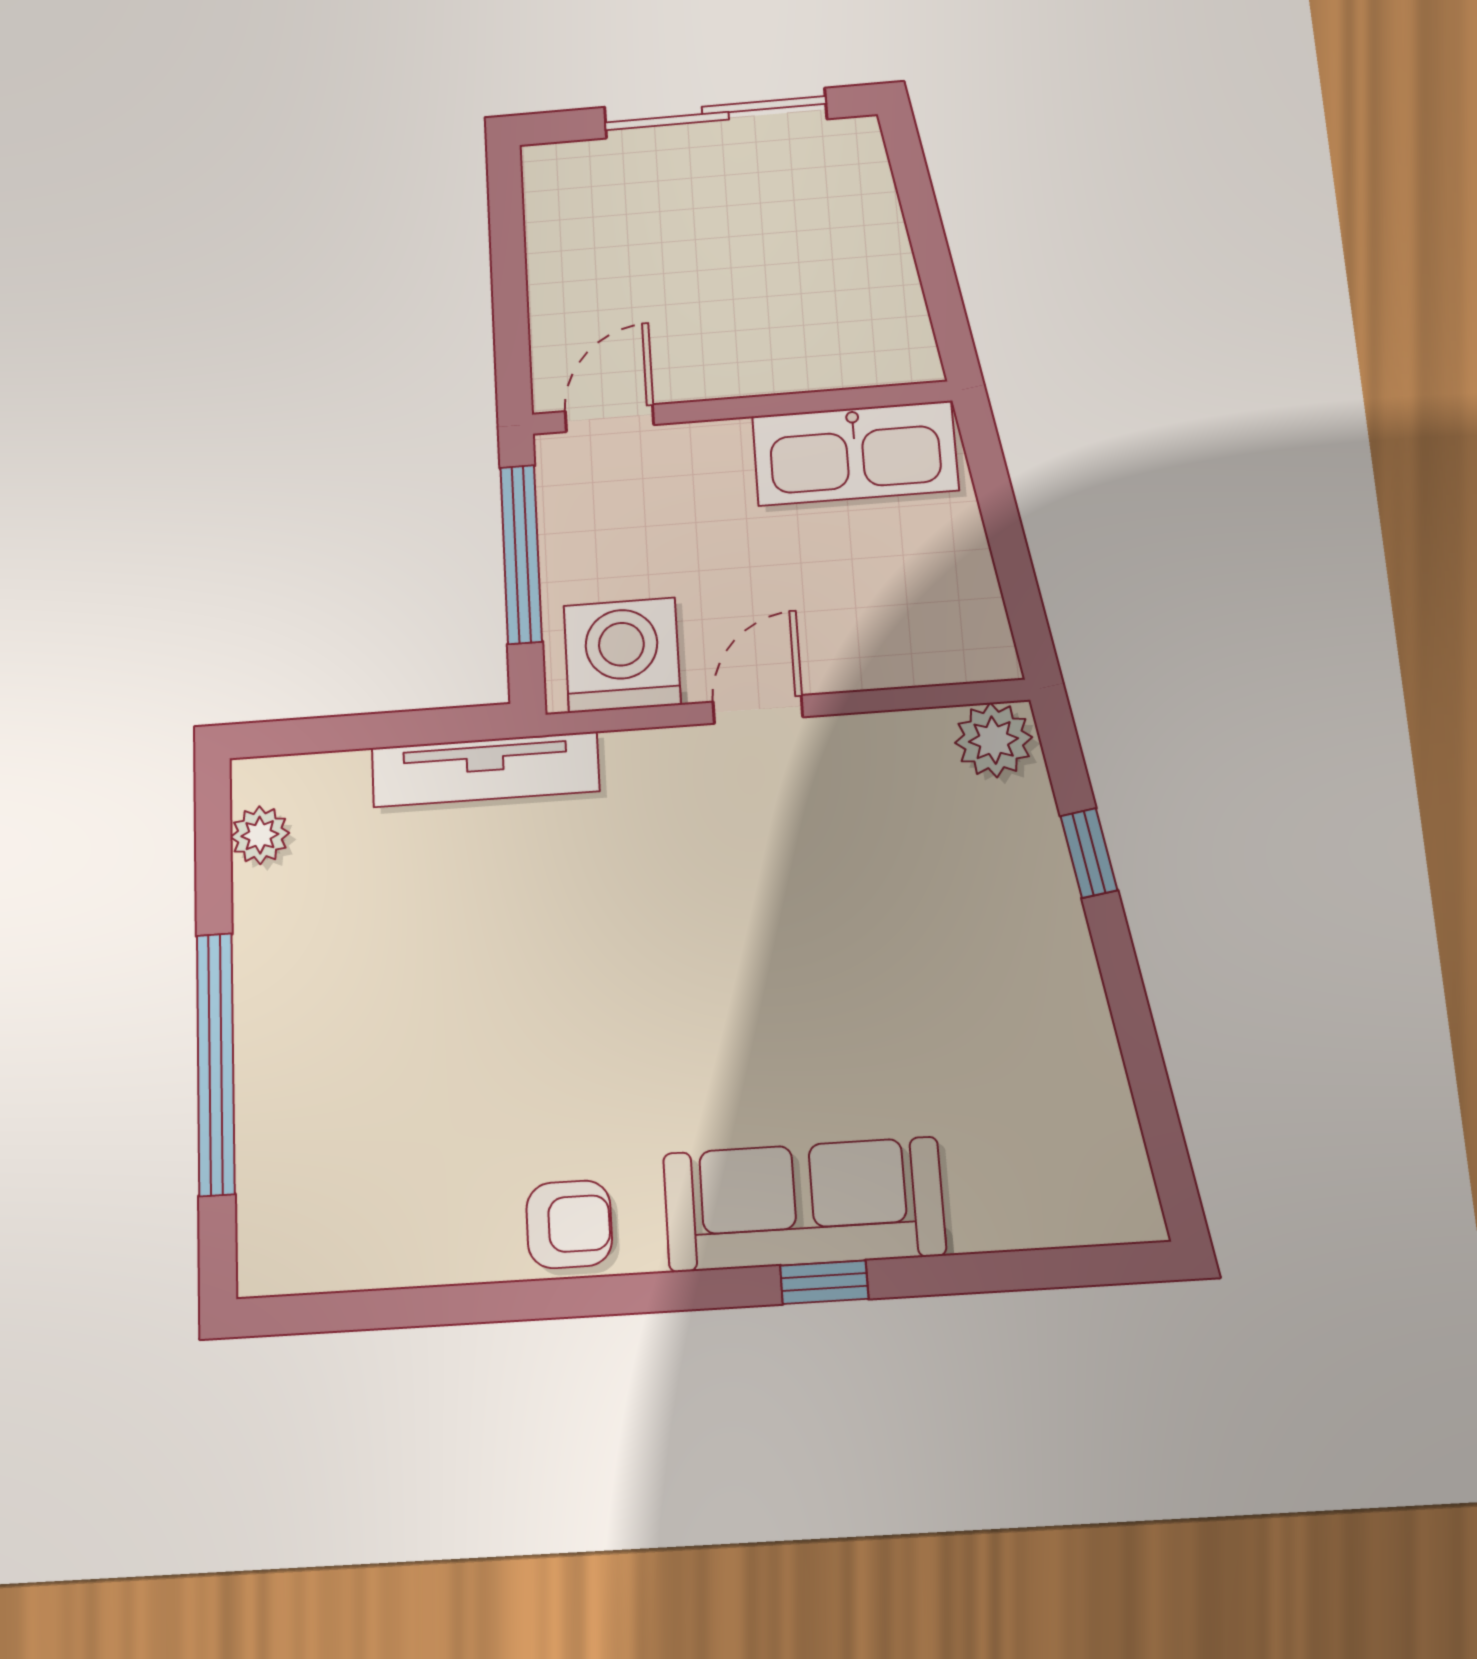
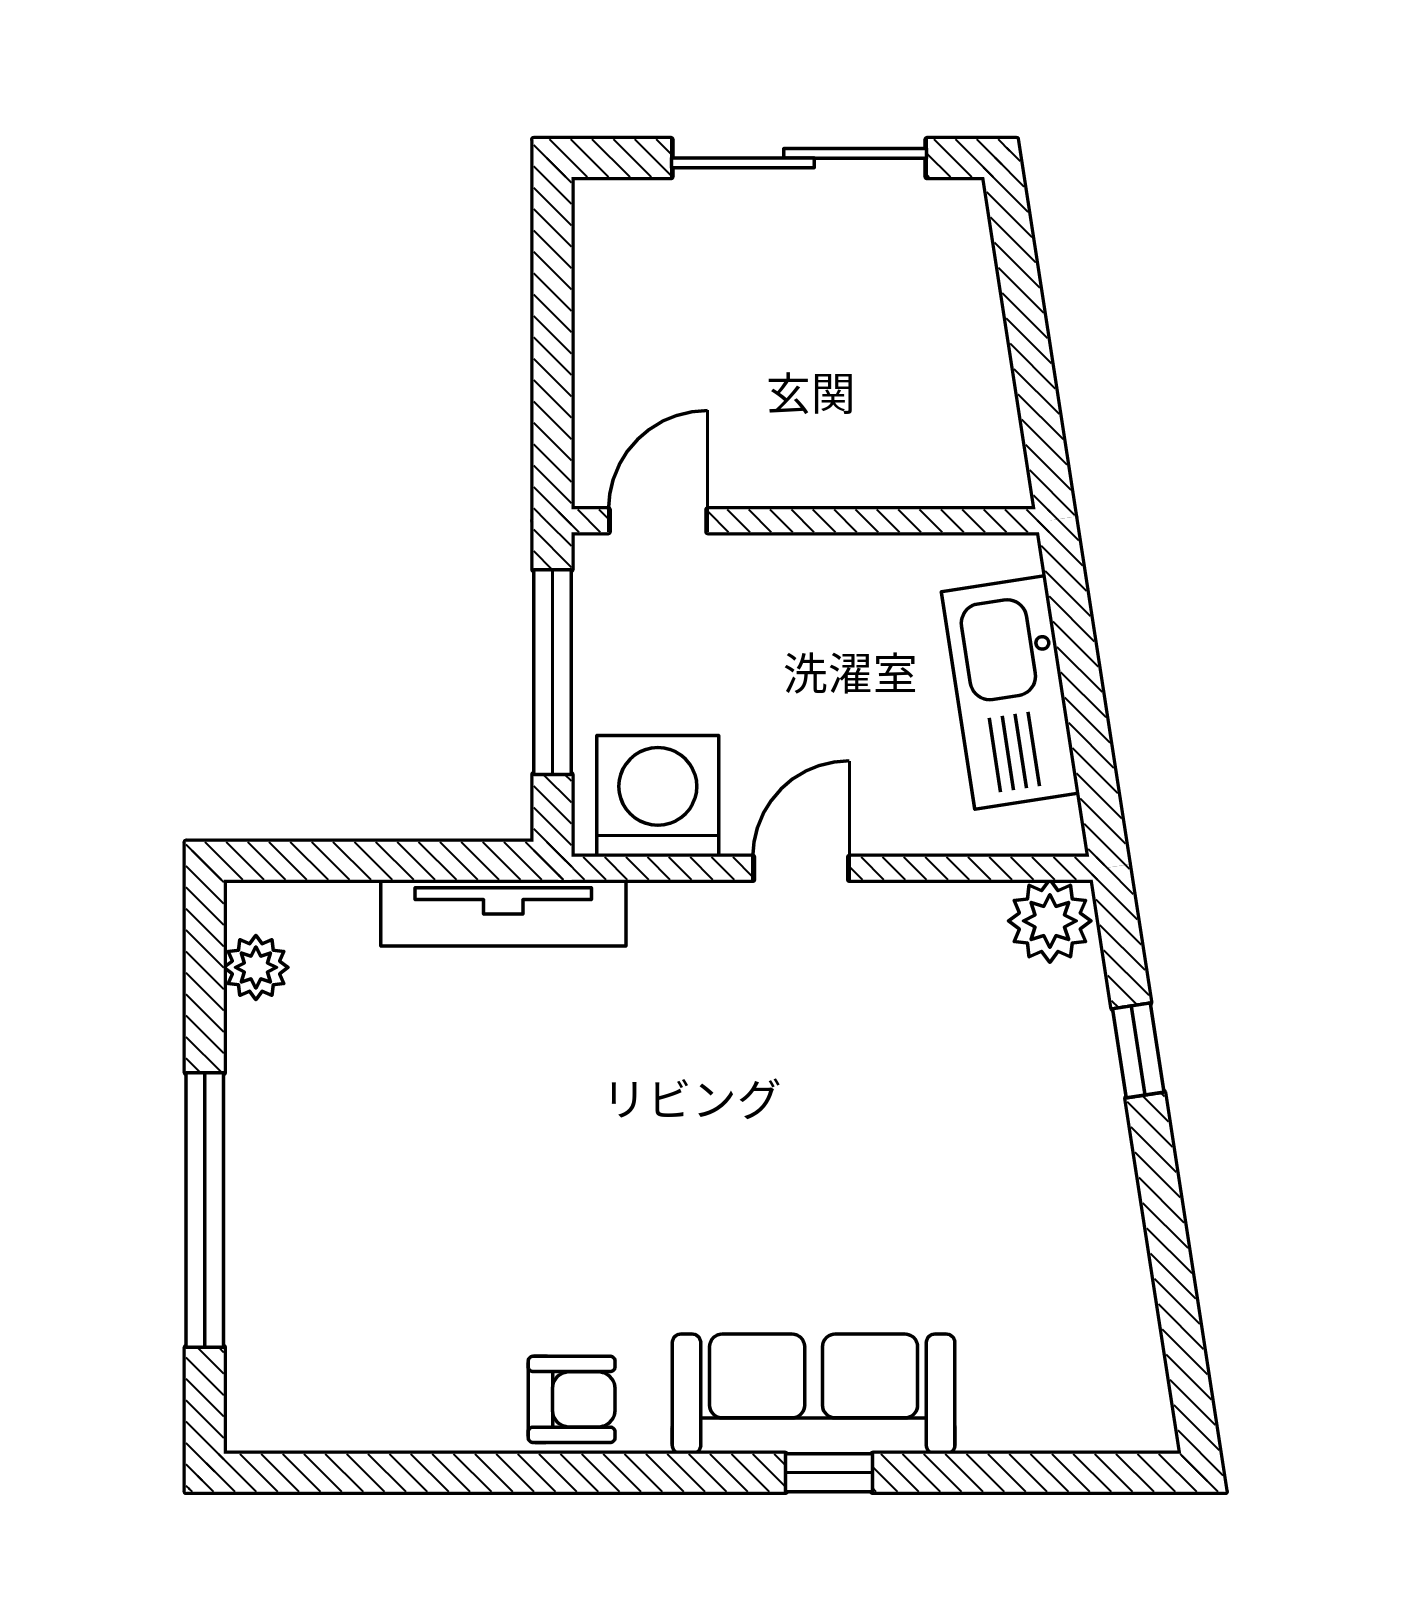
kitchen sink: (855, 453) -> (1010, 692), moved, turned 81

